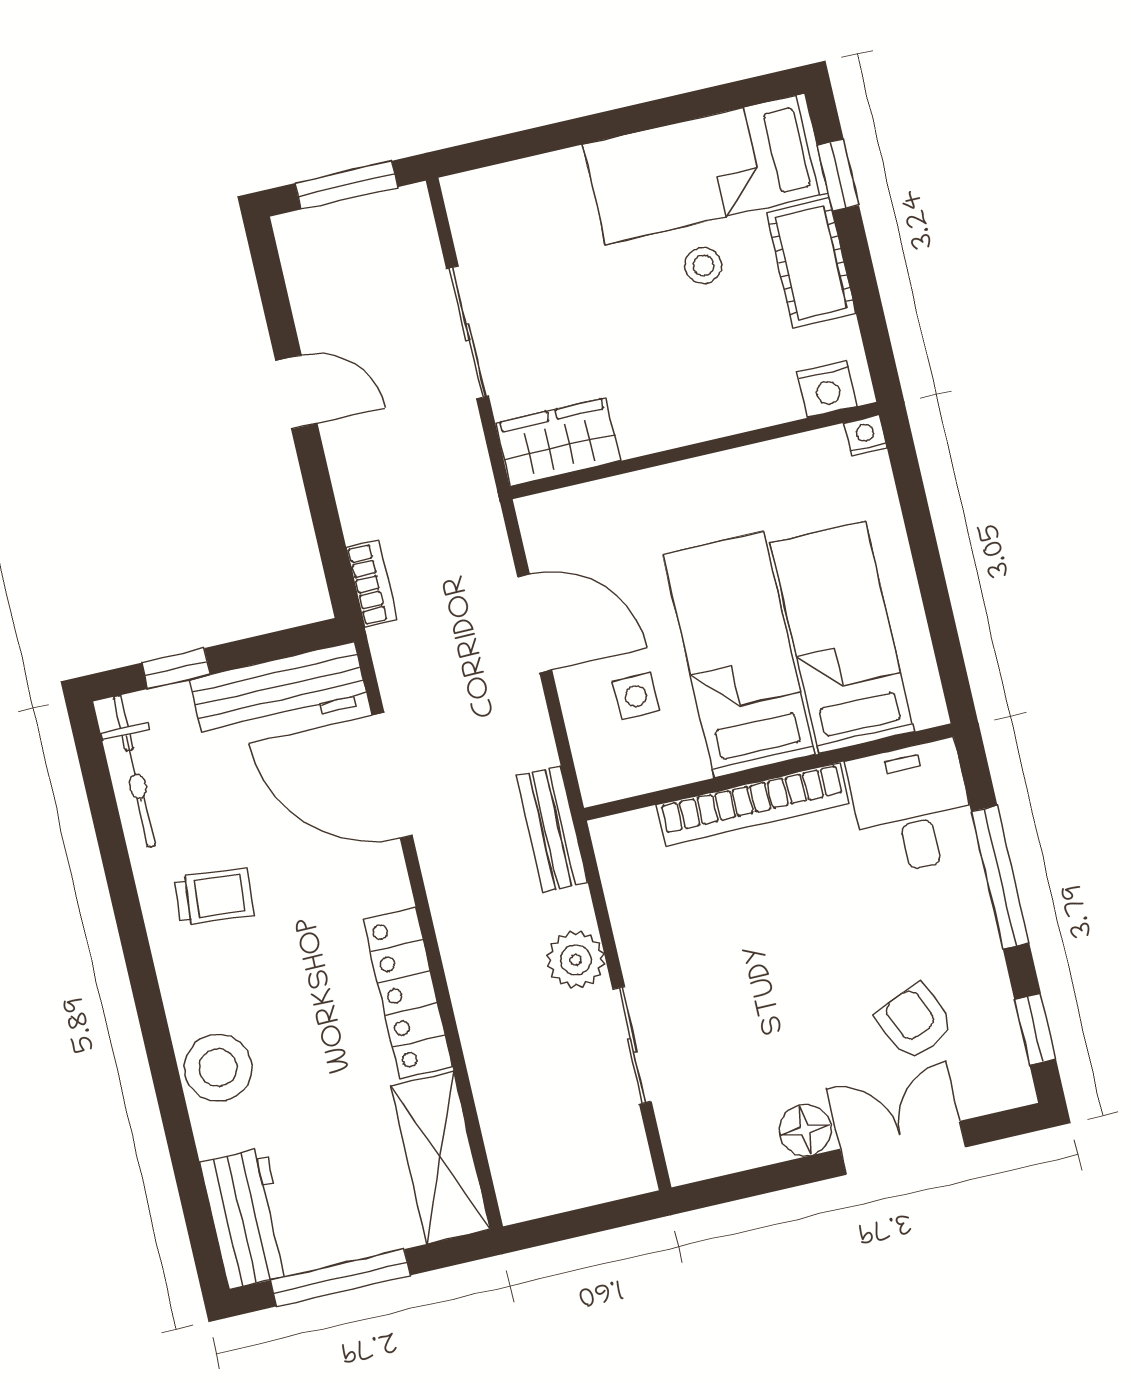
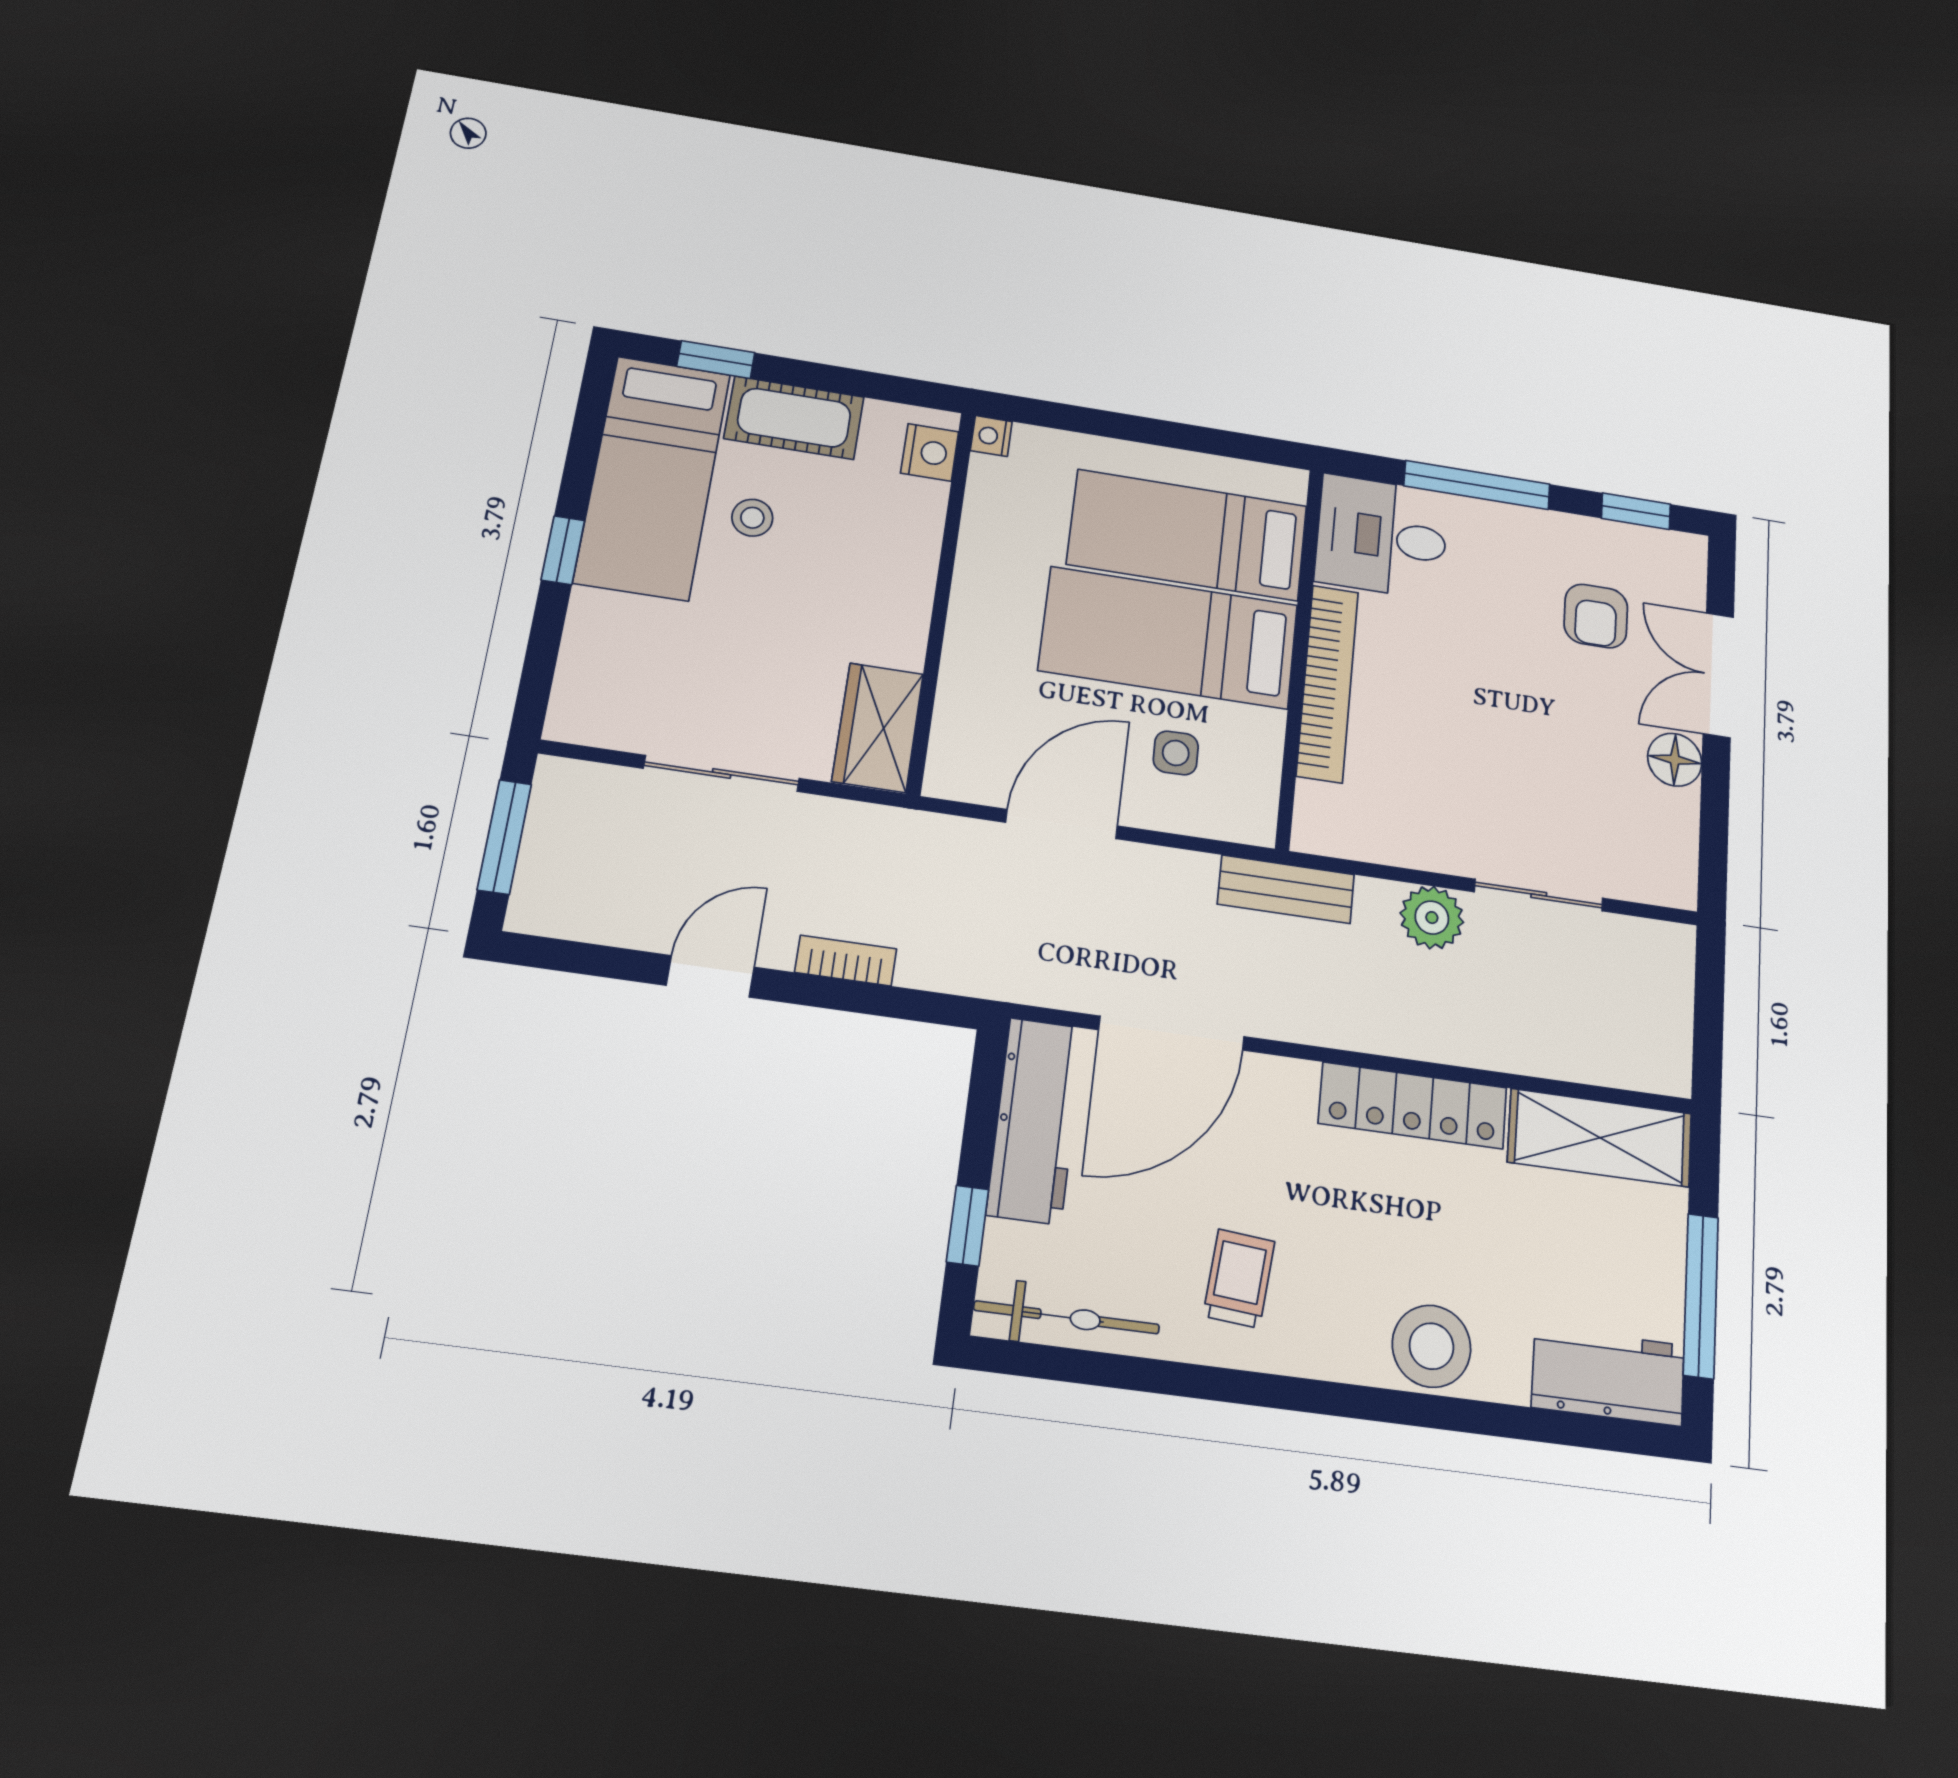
window: (609, 124) -> (563, 550), added
bookcase: (371, 584) -> (846, 961), moved
armchair: (915, 1022) -> (1596, 616), turned -66

